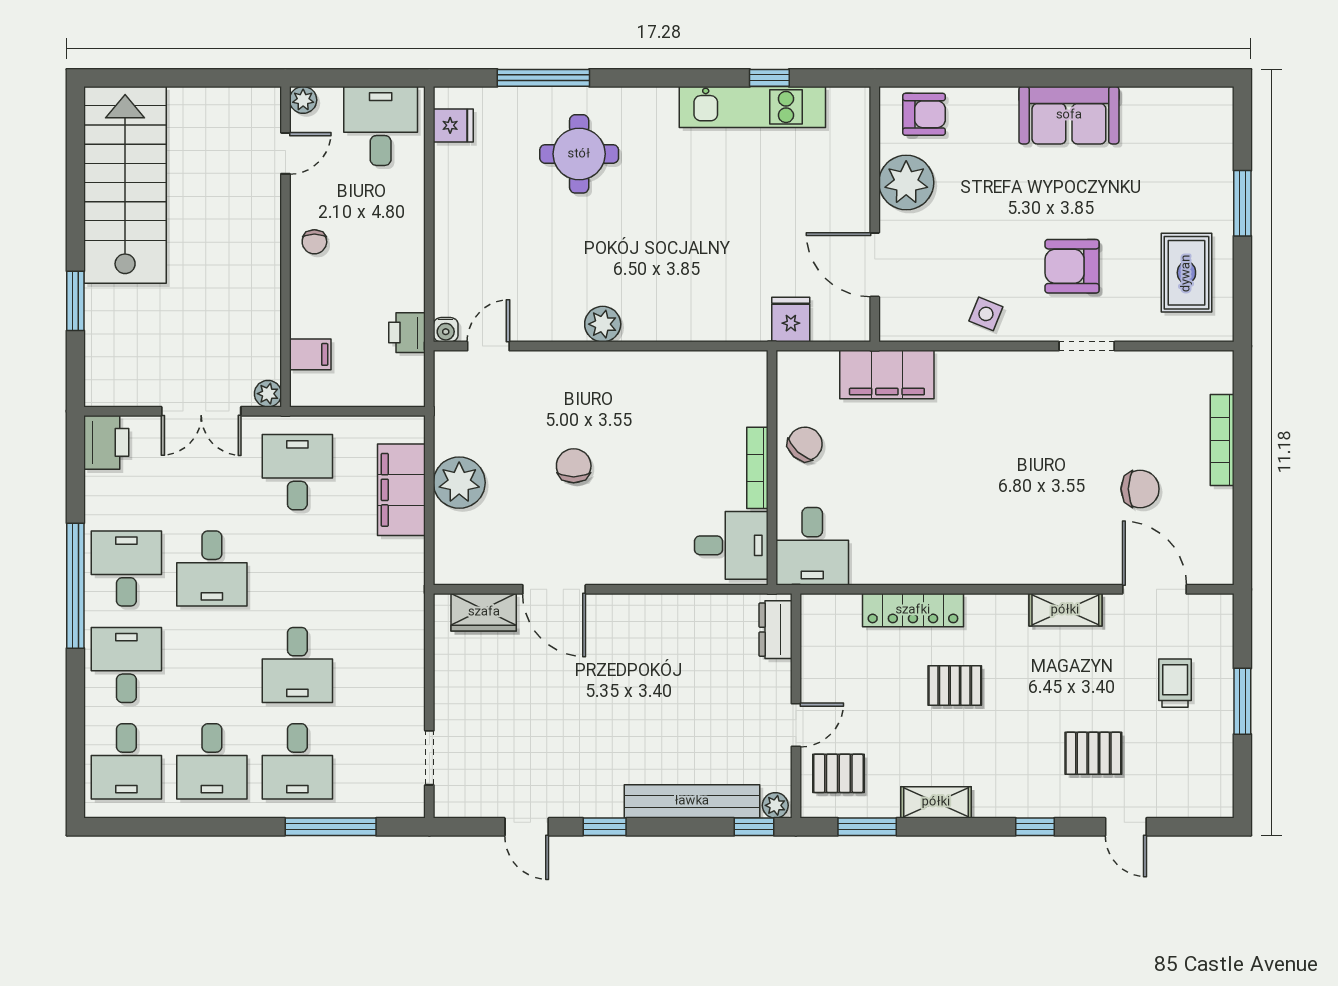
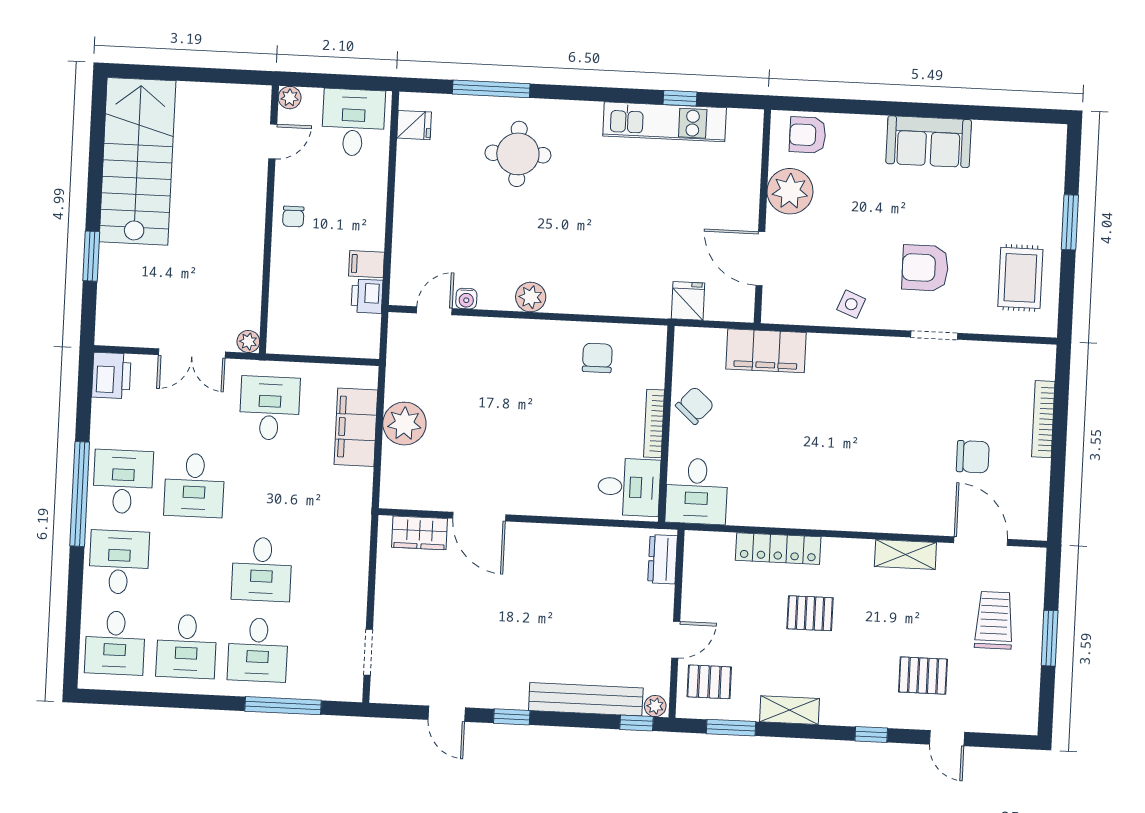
armchair: (924, 114) -> (808, 135), turned 180
water cooler: (446, 330) -> (466, 299), moved
filing cabinet: (310, 354) -> (366, 264), moved, turned 180
chair: (574, 466) -> (597, 358), moved
trolley: (1175, 683) -> (994, 620), width x1.36, depth x1.39

